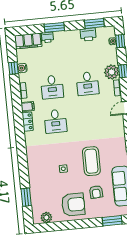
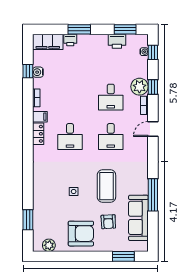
desk: (52, 87) -> (111, 137), moved

